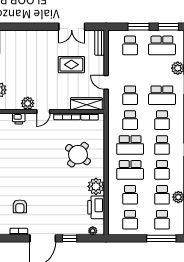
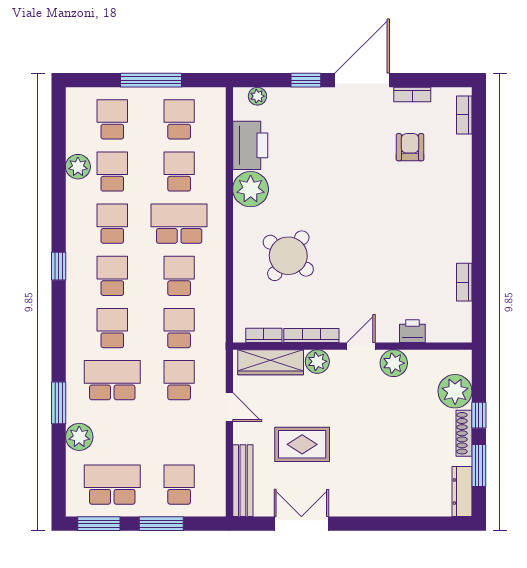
bench: (100, 43) -> (243, 481), width x1.36
plant: (64, 104) -> (317, 361), added
school desk: (130, 145) -> (179, 276), width x0.54
window: (161, 238) -> (151, 80), moved

